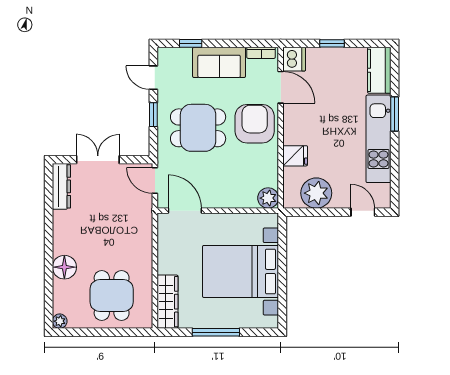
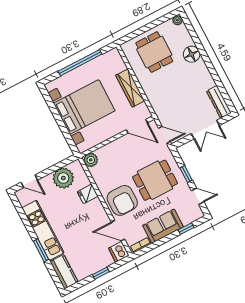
wardrobe: (168, 302) -> (130, 88), moved
window: (216, 332) -> (80, 63), width x1.46

